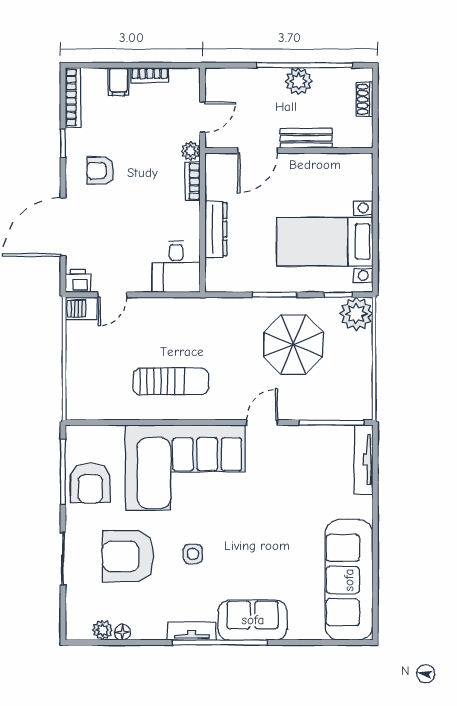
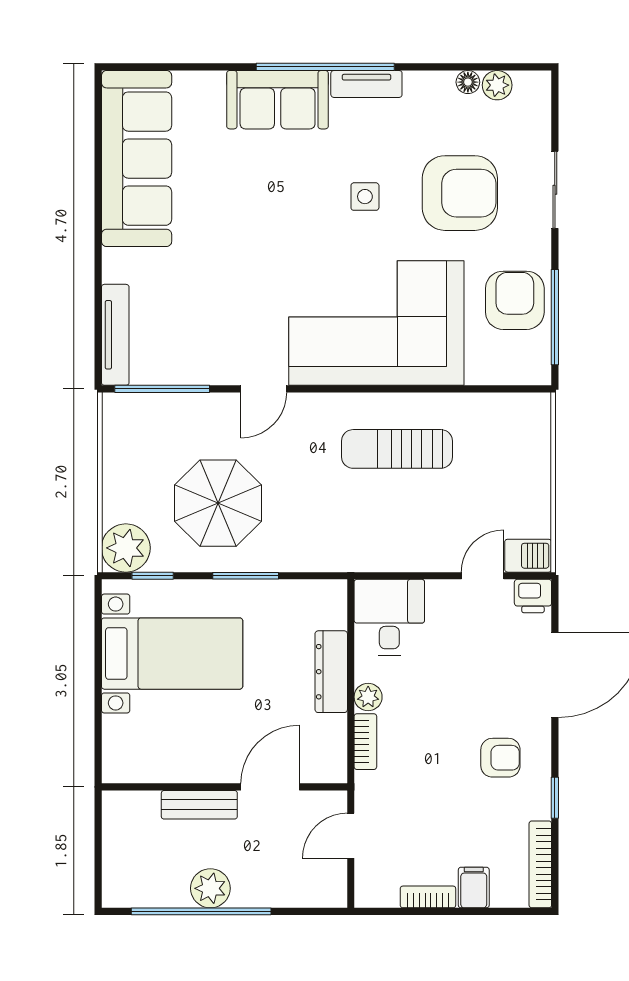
shoe rack: (365, 99) -> (114, 862), removed
plant: (191, 151) -> (368, 697), moved

